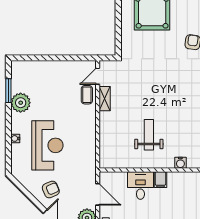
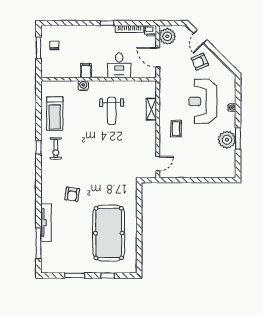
window: (8, 91) -> (238, 138), moved
coffee table: (87, 95) -> (176, 129), moved
shelving: (105, 99) -> (151, 109), moved
filing cabinet: (160, 180) -> (86, 71), moved

